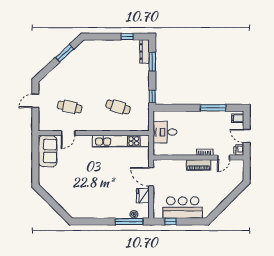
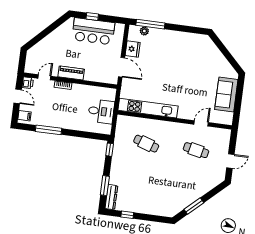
sofa: (48, 151) -> (226, 95), moved
window: (170, 221) -> (92, 17), moved

